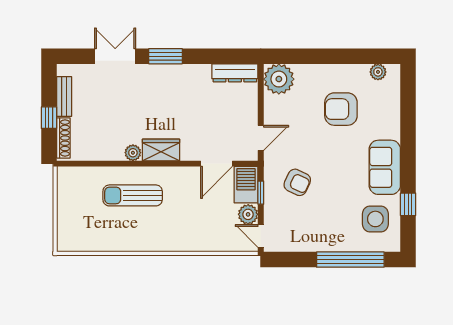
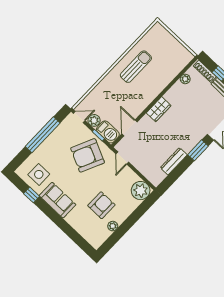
plant: (378, 72) -> (113, 226), moved
dresser: (235, 73) -> (174, 161), moved
plant: (133, 153) -> (185, 79), moved
armchair: (297, 182) -> (88, 155), width x1.88, depth x1.88
sun lounger: (133, 195) -> (136, 67), moved
window: (350, 260) -> (43, 135), moved

